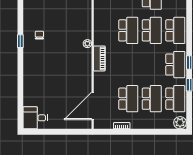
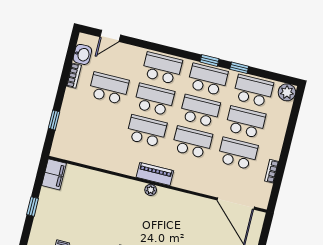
piano: (99, 58) -> (155, 174), moved
school desk: (128, 65) -> (192, 142), added
school desk: (152, 65) -> (200, 111), added

